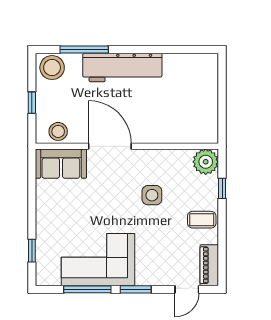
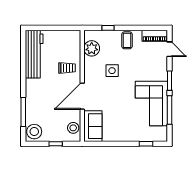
workbench: (122, 67) -> (34, 54), moved
trolley: (156, 121) -> (67, 68), added
plant: (206, 162) -> (92, 48), moved

